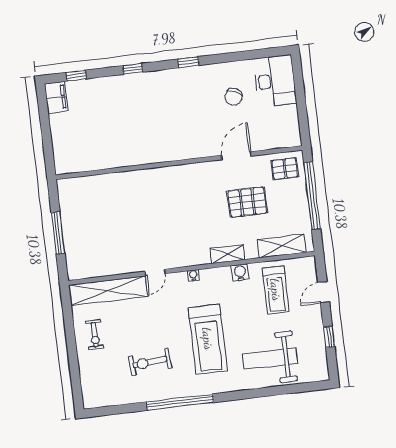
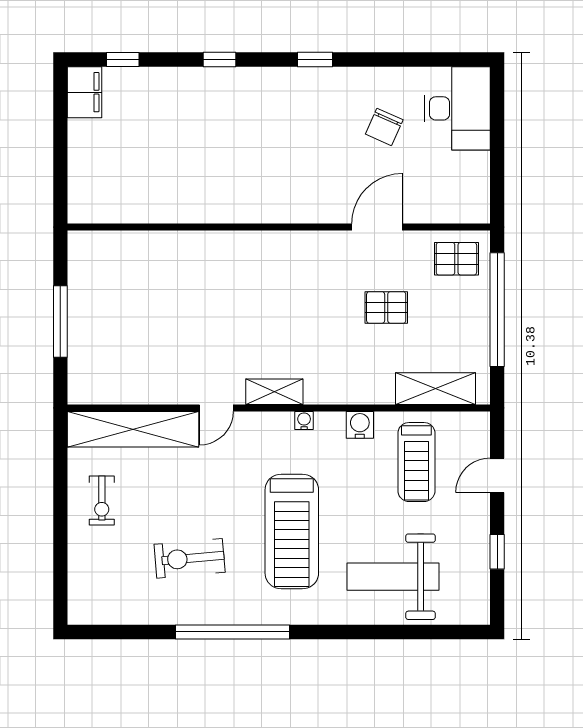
pallet: (247, 202) -> (386, 307), width x0.67, depth x0.71
shelving: (228, 254) -> (274, 392), moved
water cooler: (193, 275) -> (304, 420), moved

